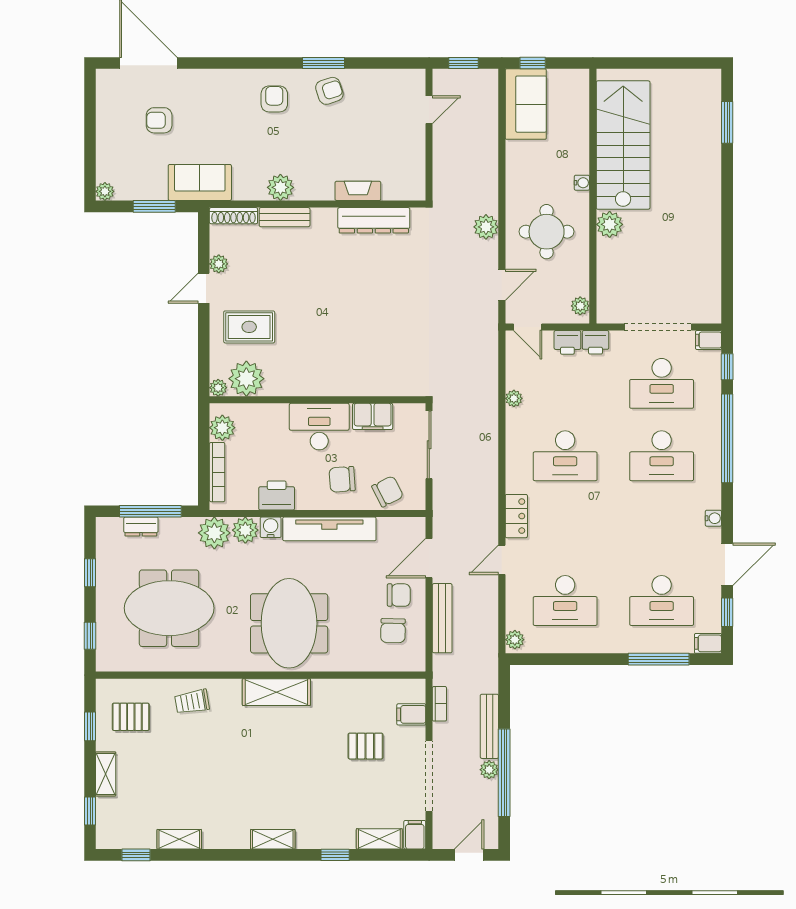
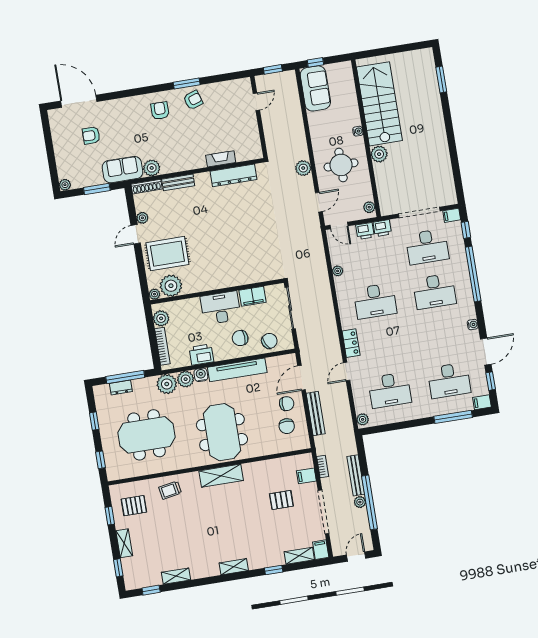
plant: (280, 187) -> (152, 168), moved
rug: (249, 327) -> (167, 254), width x1.36, depth x1.43

